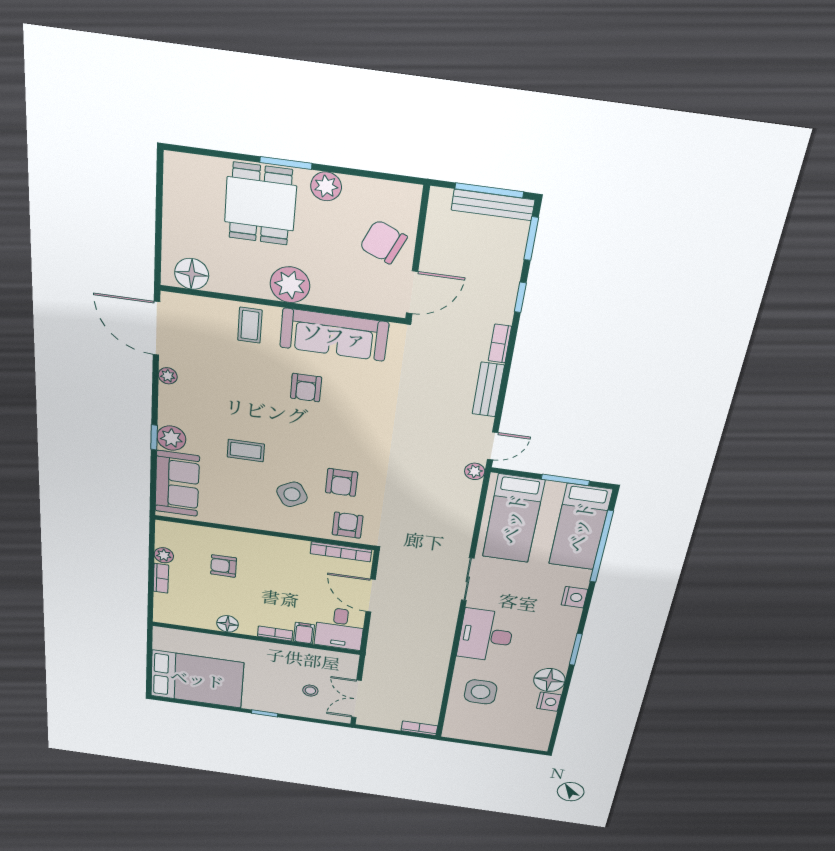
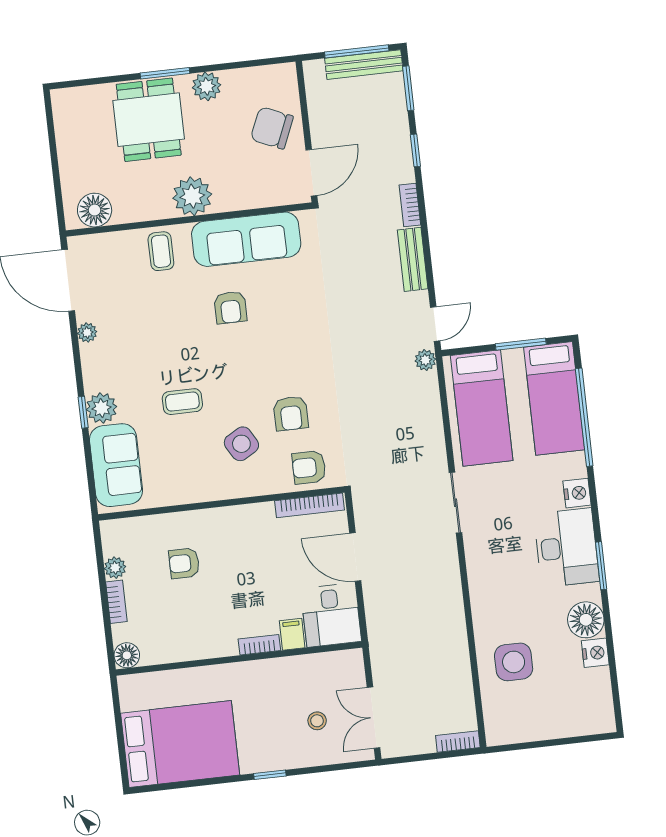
armchair: (347, 525) -> (309, 467), turned -90
floor lamp: (228, 624) -> (127, 655), moved
desk: (486, 635) -> (566, 548), moved, turned 180

